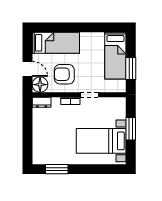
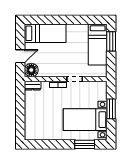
door: (27, 69) -> (20, 56), hinge flipped
window: (131, 69) -> (111, 41), moved
armchair: (64, 74) -> (53, 61), removed
window: (57, 169) -> (85, 144), moved

